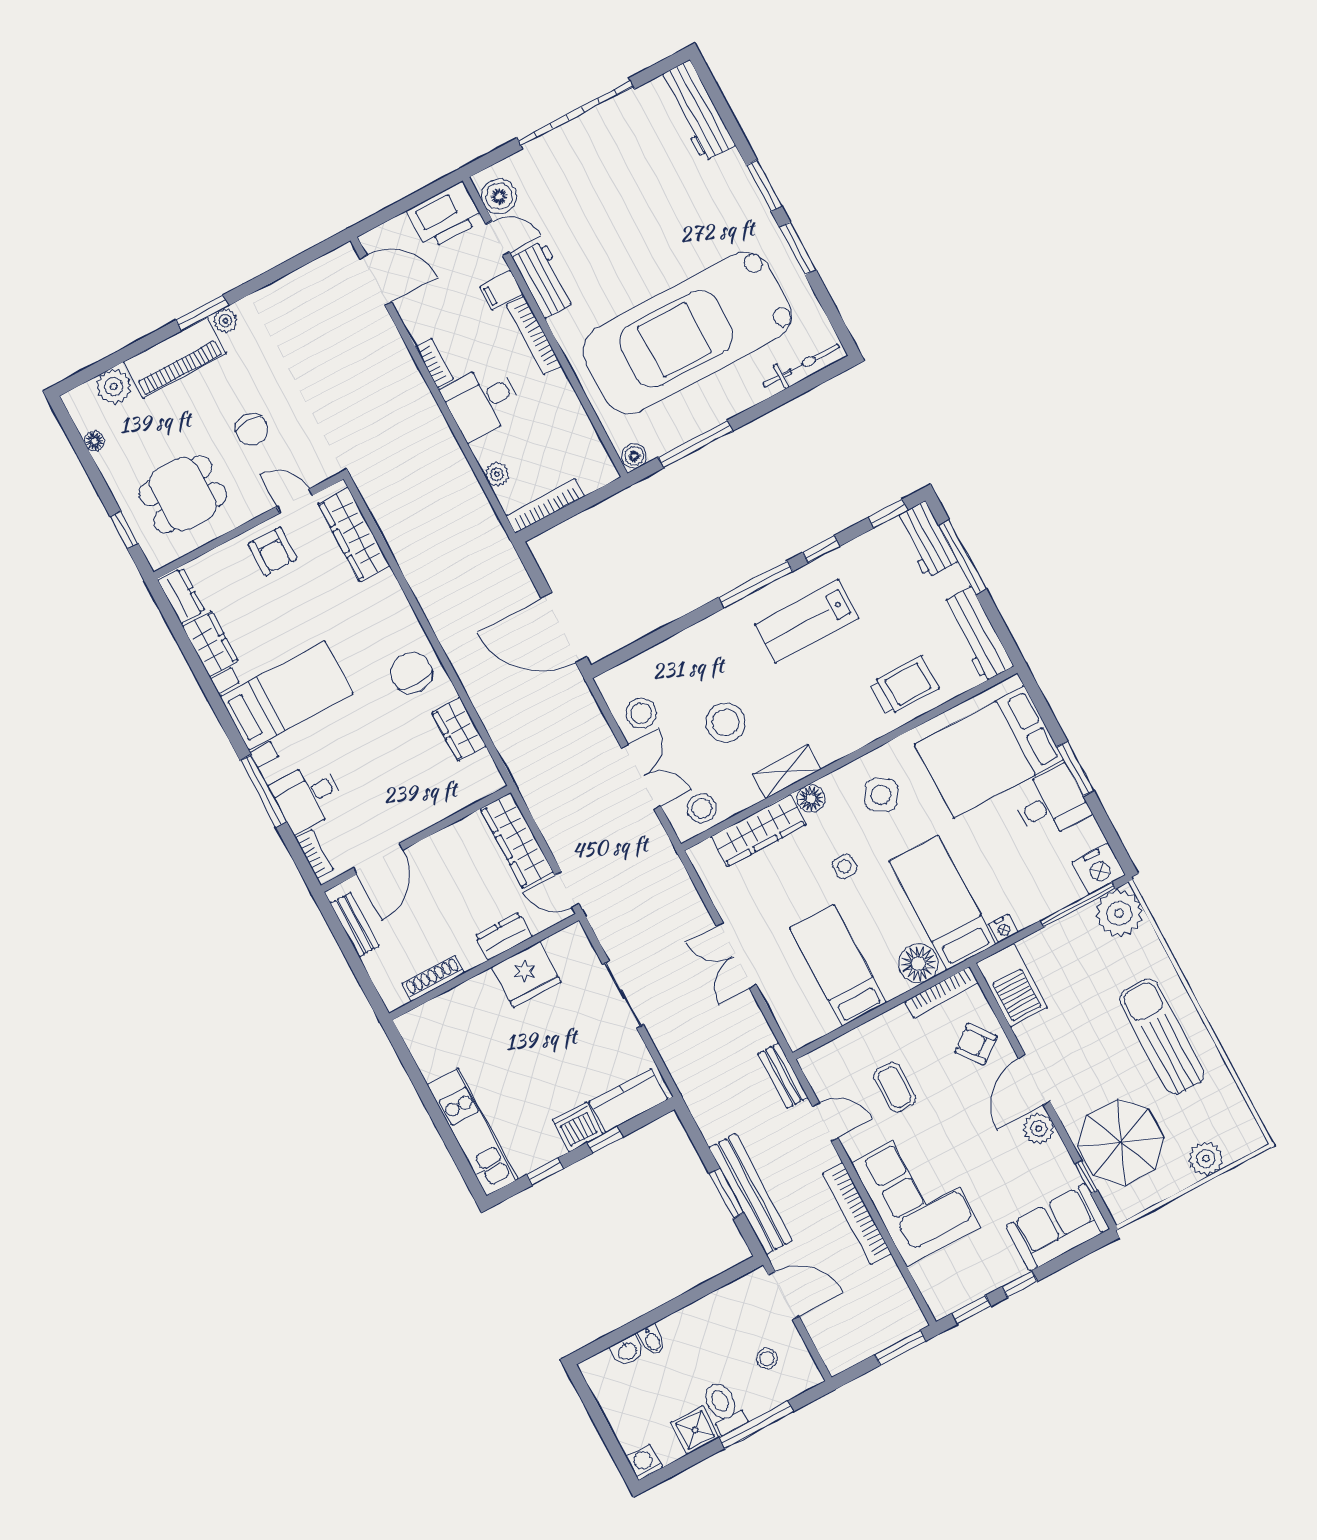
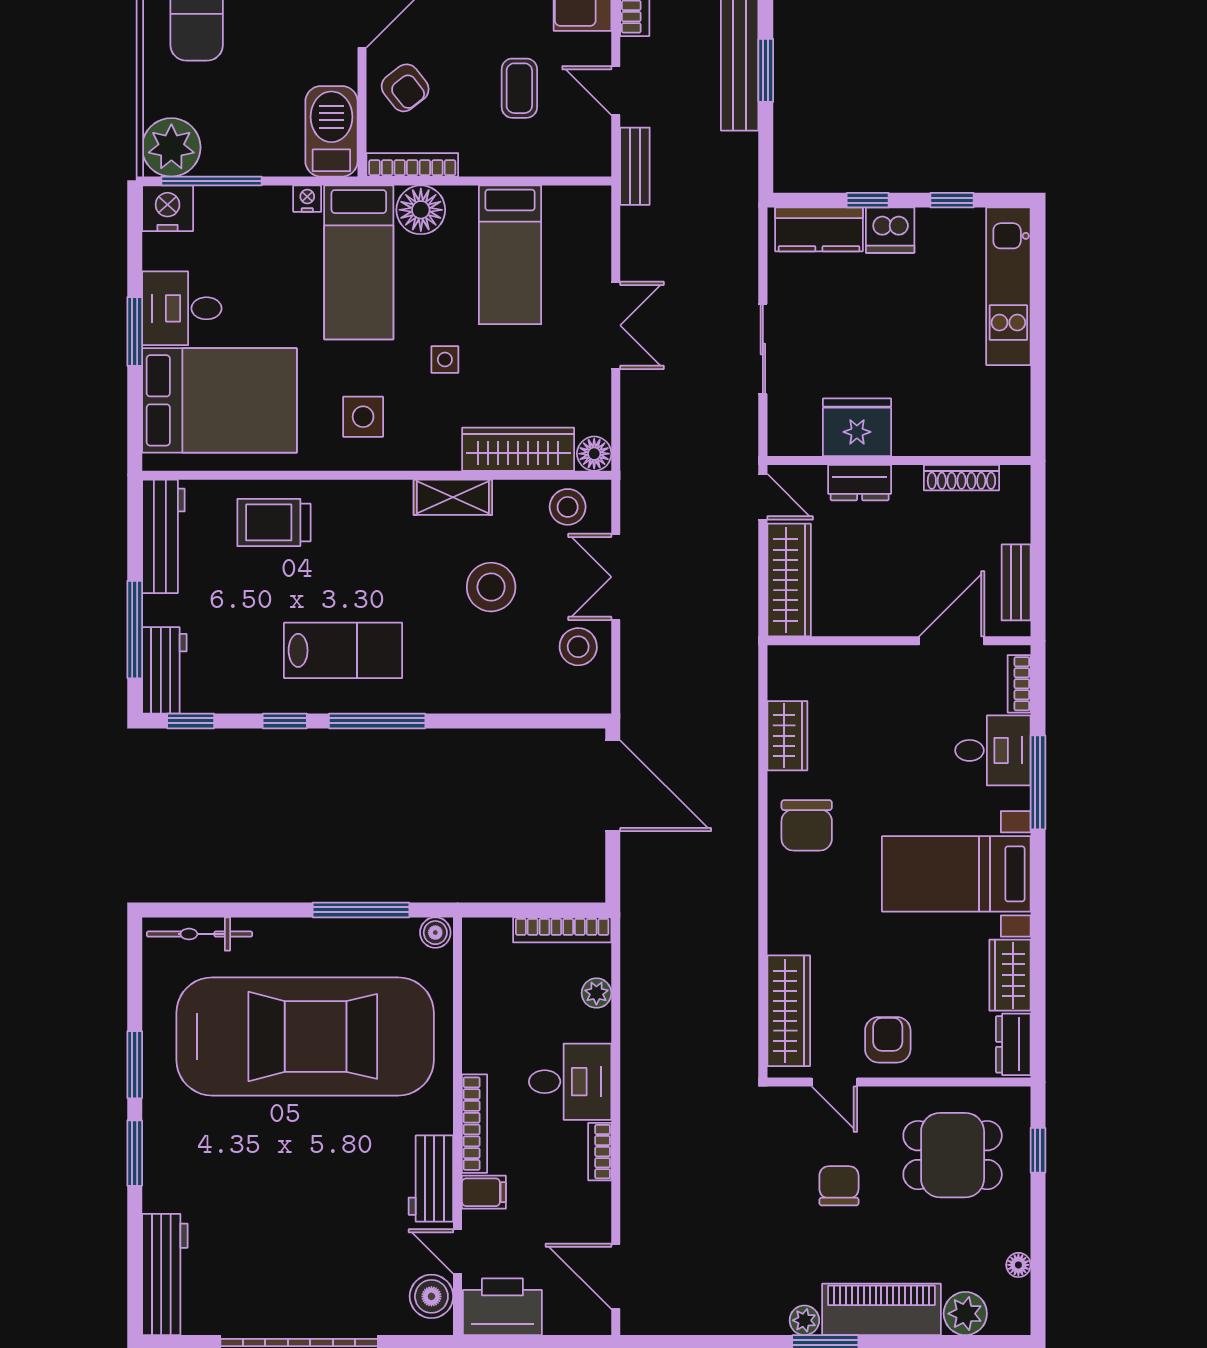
side table: (881, 795) -> (363, 417), turned -31
floor lamp: (811, 799) -> (594, 454), moved

